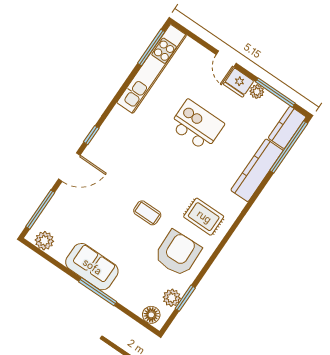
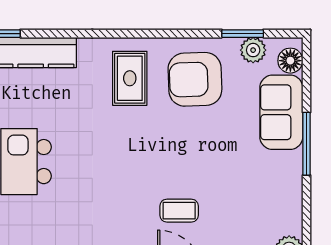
coffee table: (147, 213) -> (179, 211), moved, turned 90
sofa: (92, 267) -> (281, 112), moved

